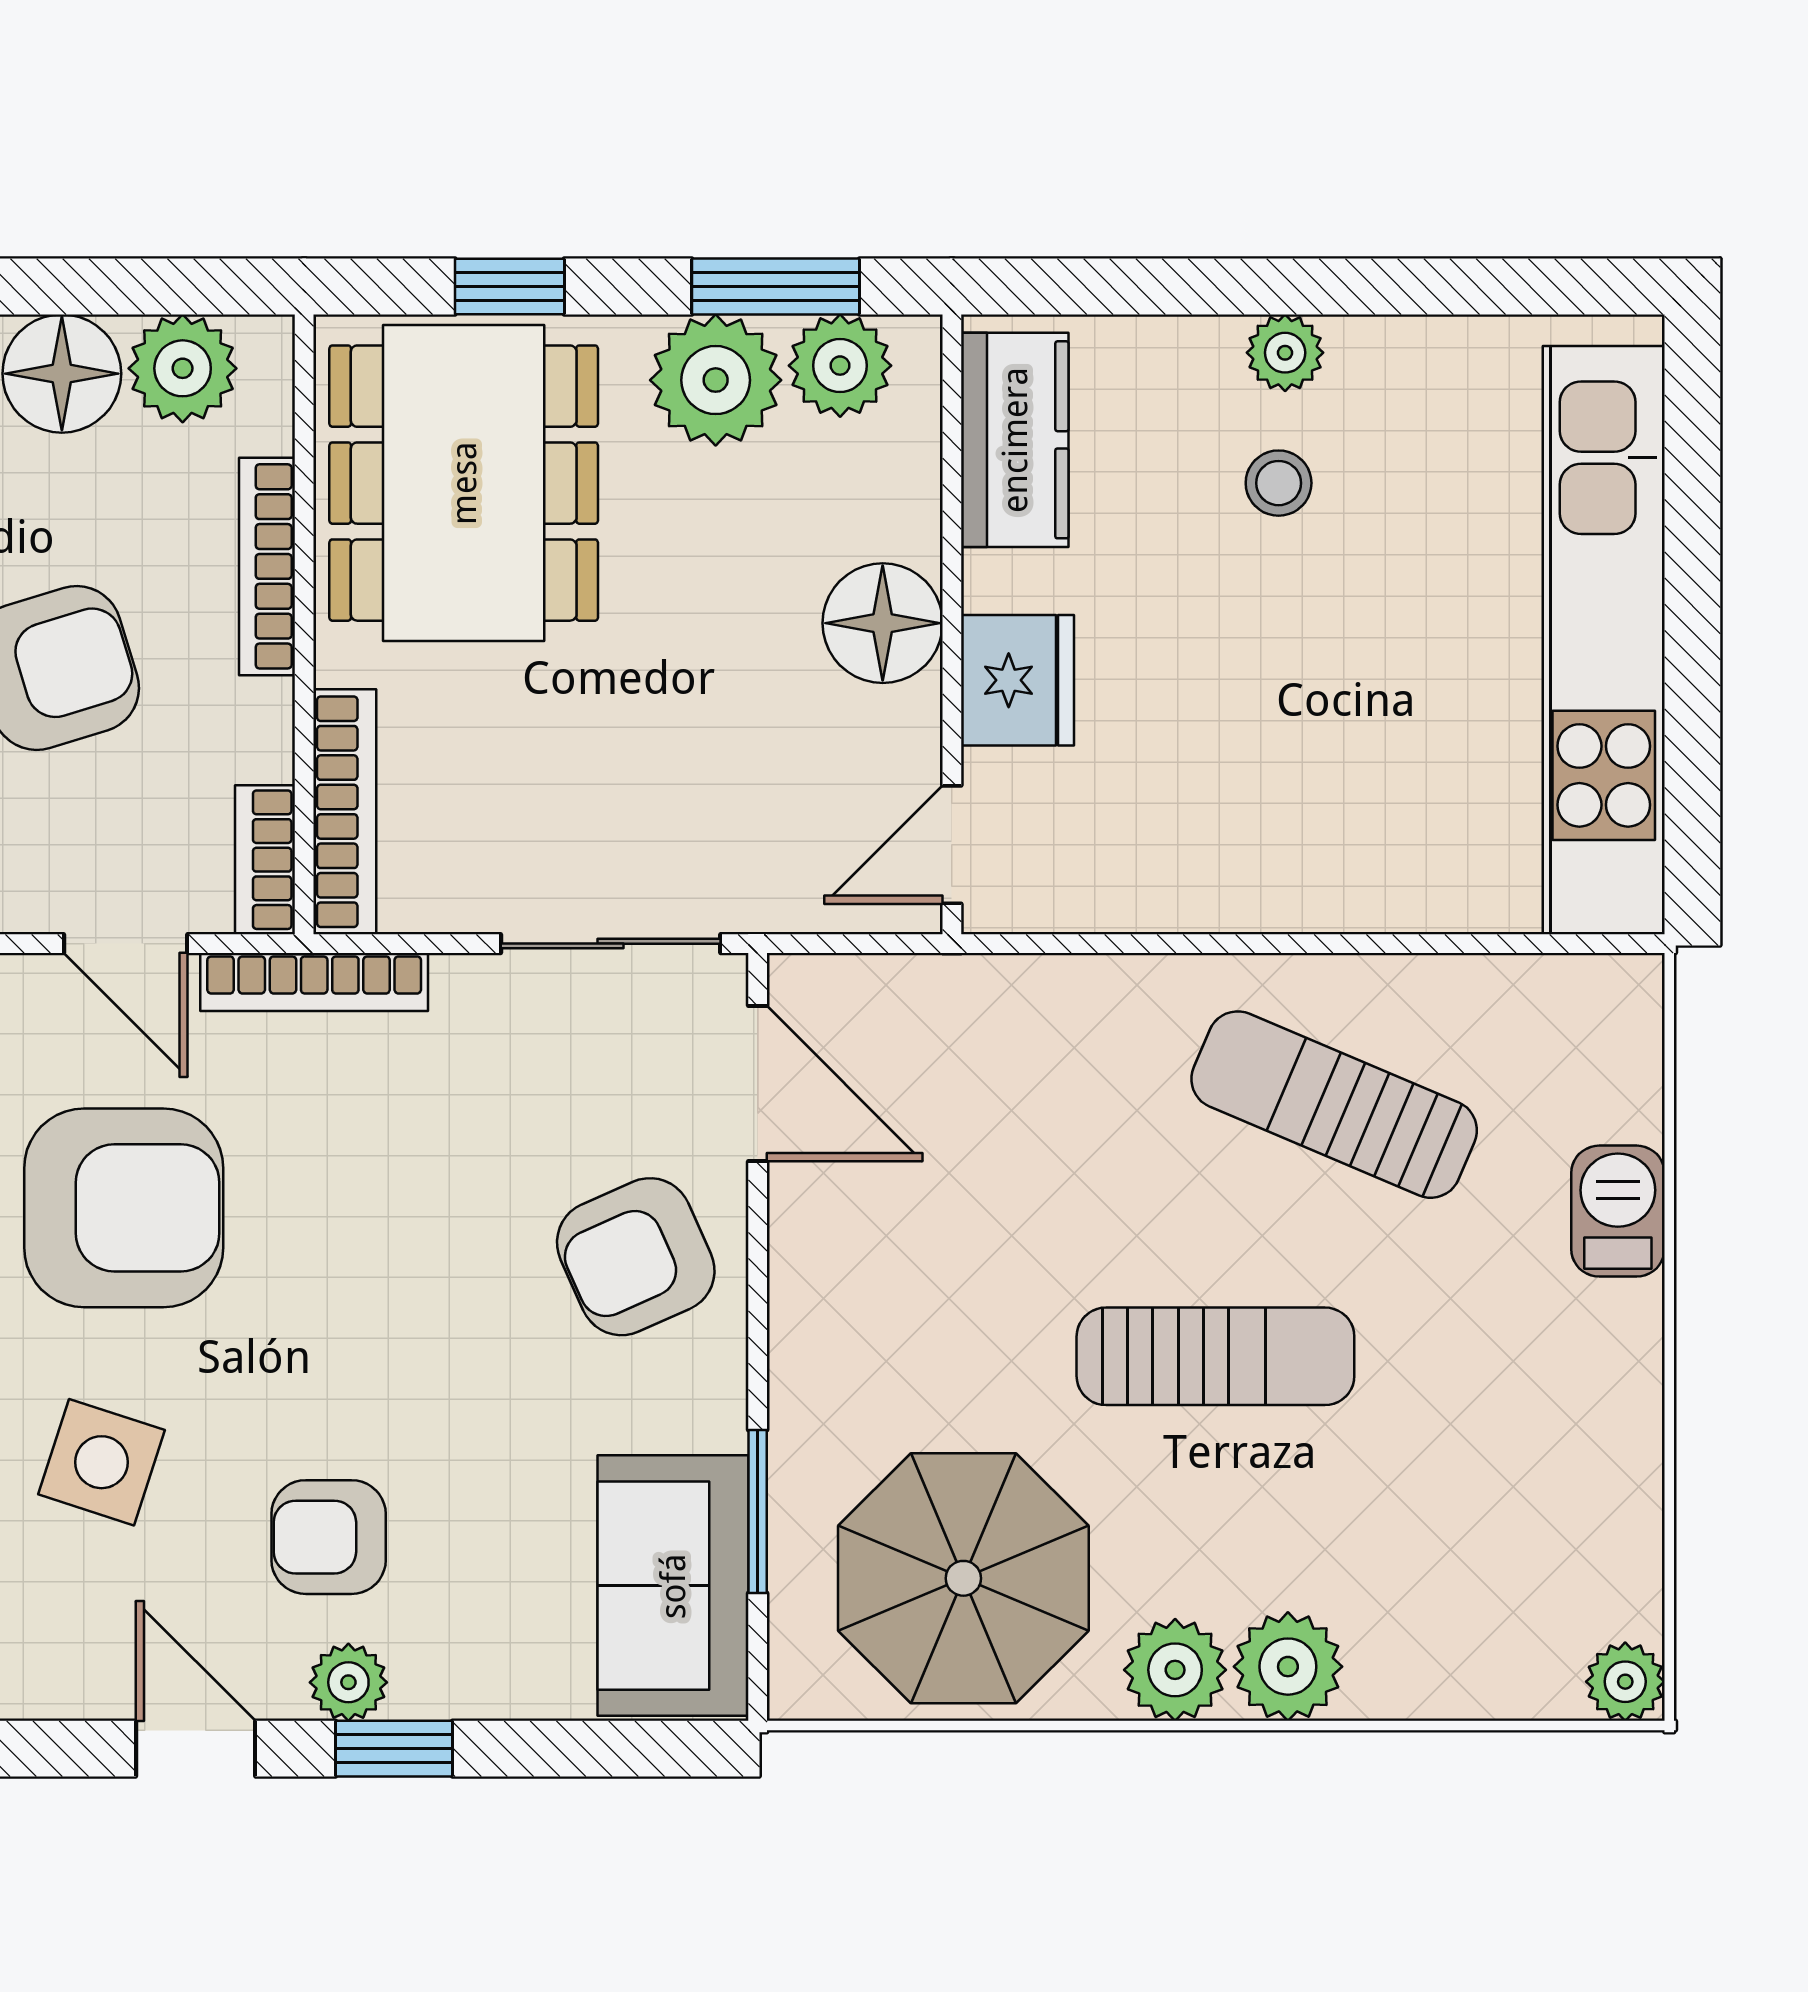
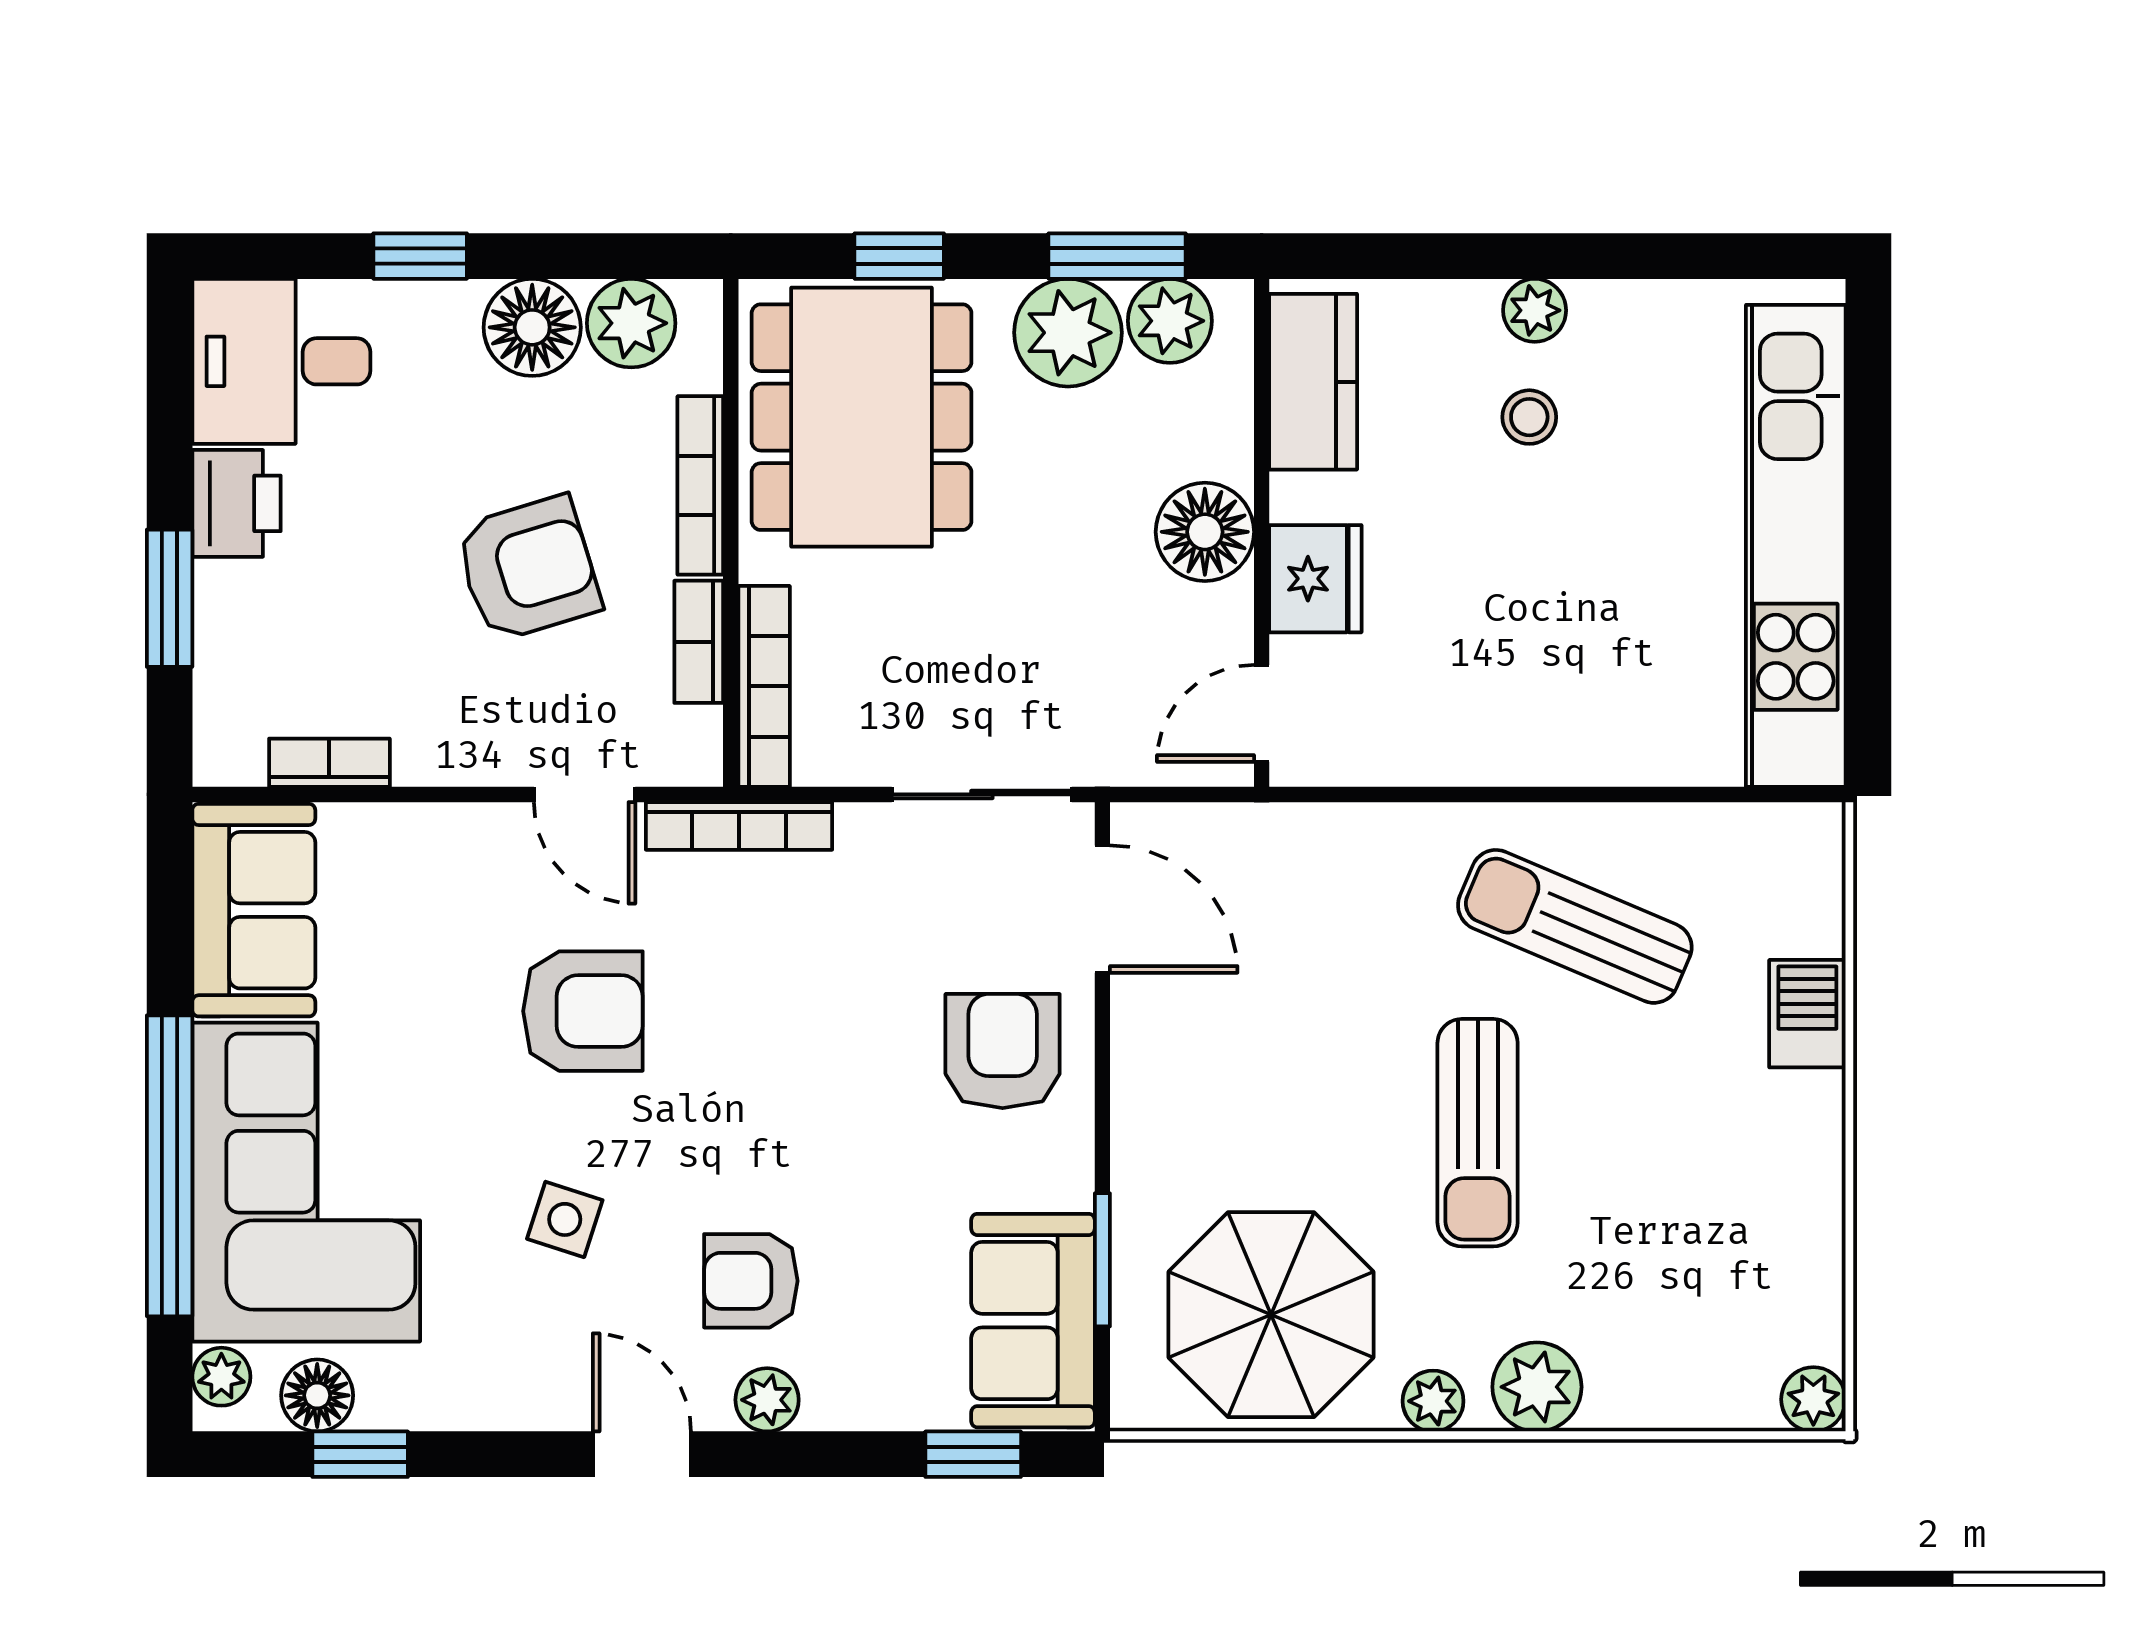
bookcase: (265, 860) -> (699, 642), moved
armchair: (124, 1208) -> (583, 1011), width x0.73, depth x0.73
armchair: (636, 1257) -> (1003, 1051), turned 114
sun lounger: (1215, 1356) -> (1478, 1133), turned 90
side table: (101, 1462) -> (565, 1219), width x0.73, depth x0.73
plant: (1175, 1670) -> (1433, 1401), width x0.73, depth x0.73
window: (394, 1749) -> (973, 1454), moved

